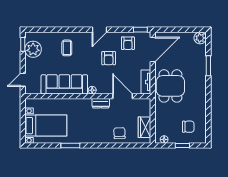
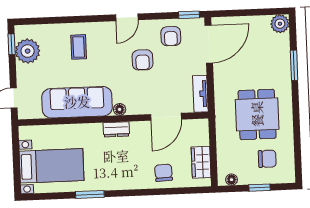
dining table: (170, 86) -> (257, 114), moved
door: (123, 96) -> (166, 117), swing flipped
dresser: (101, 103) -> (116, 129), moved

